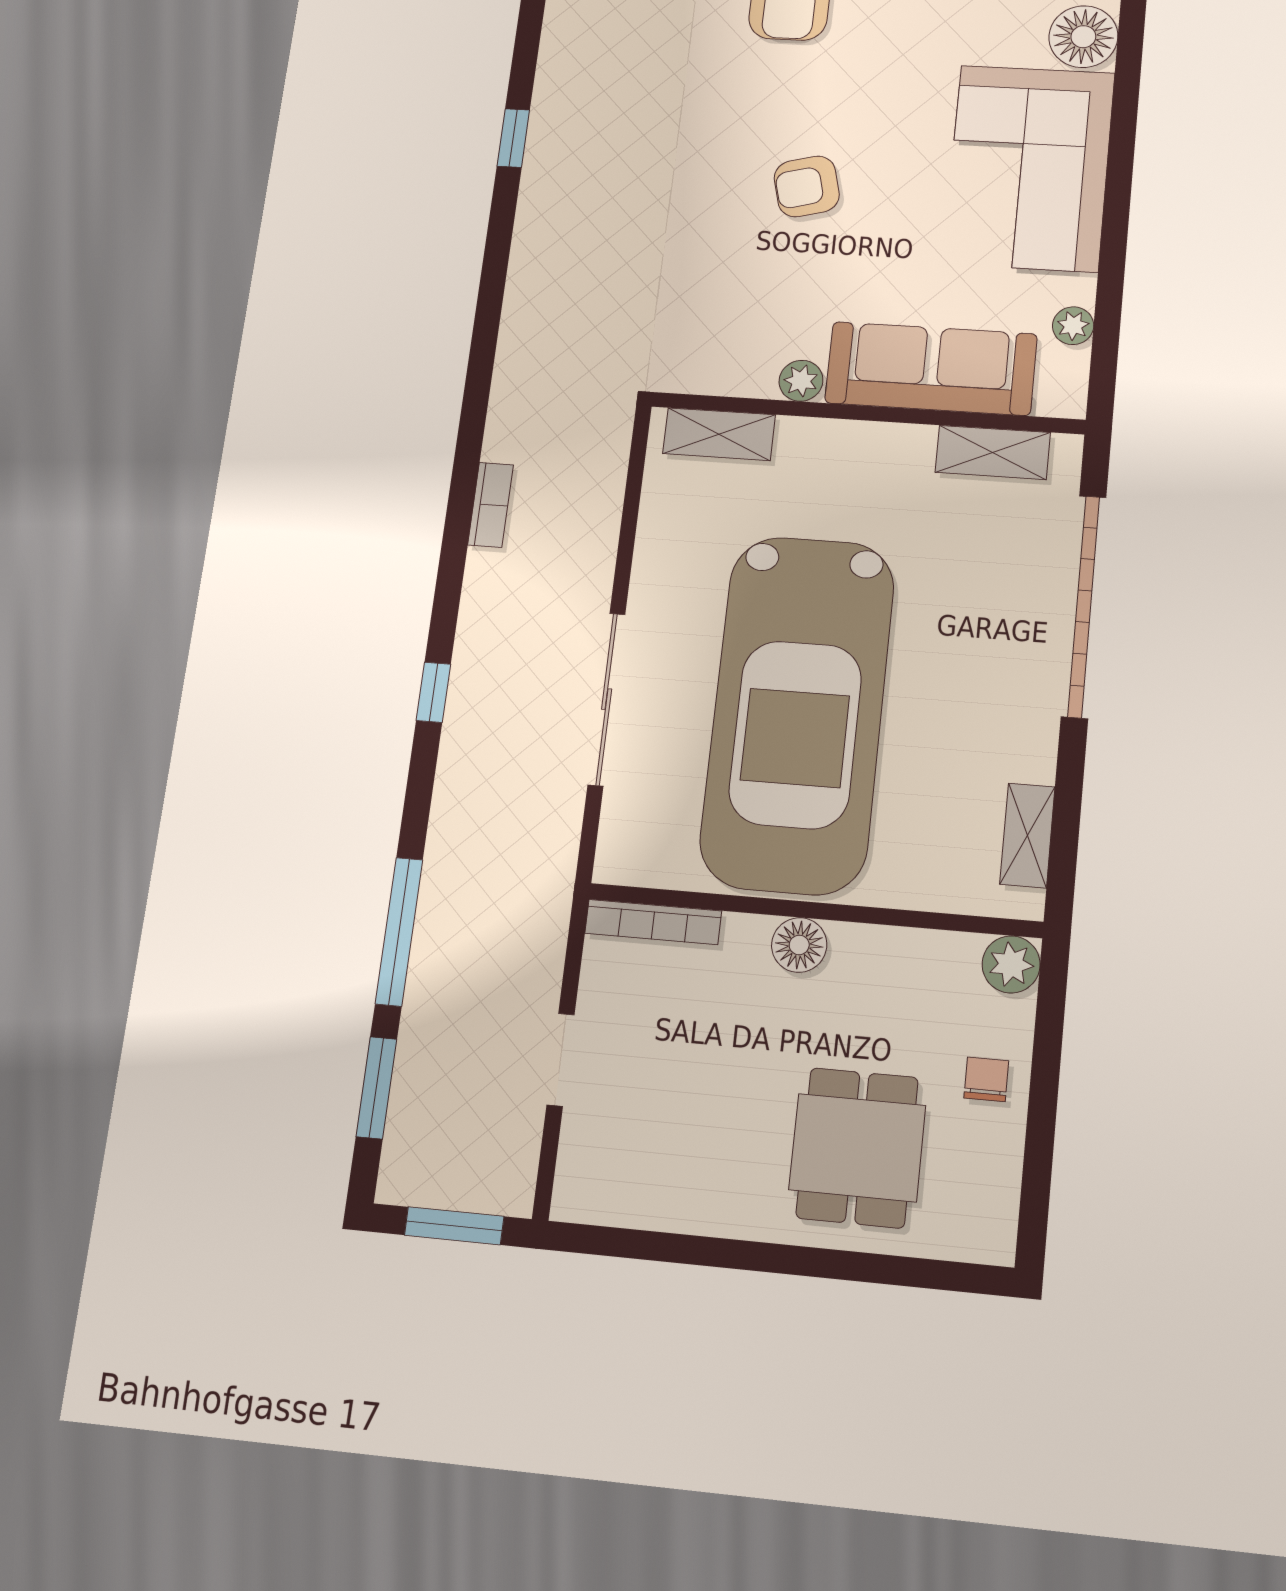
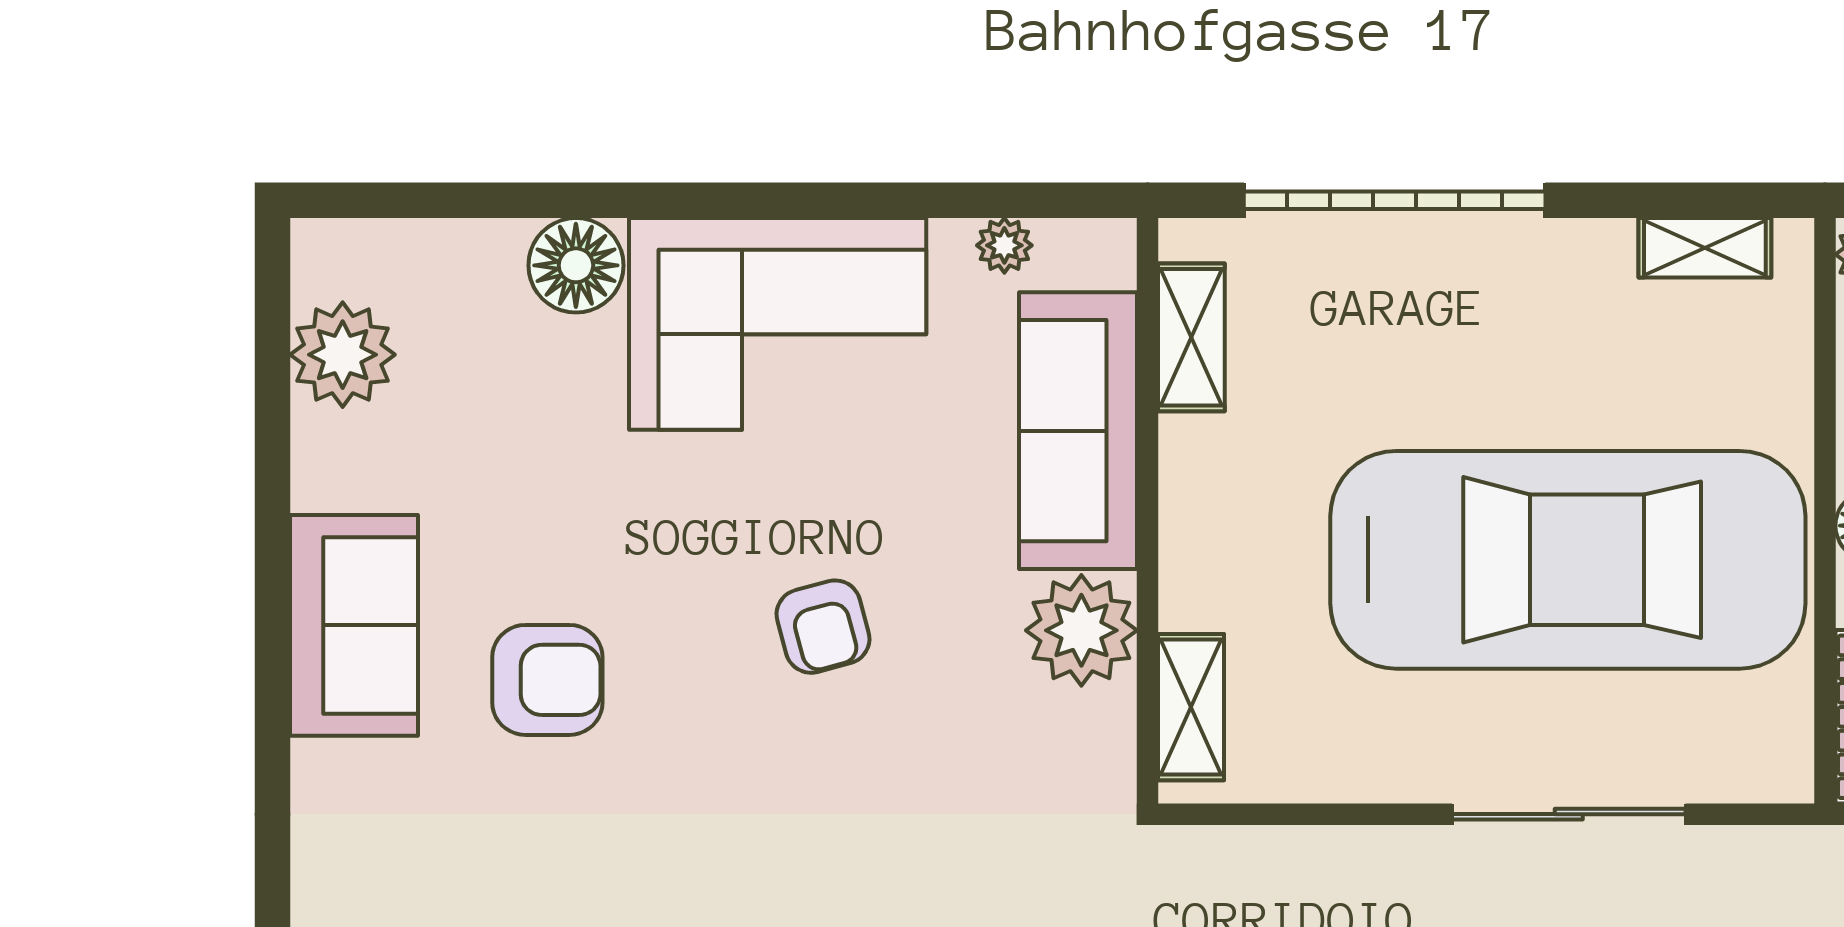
plant: (801, 381) -> (1081, 630), width x1.88, depth x1.88

